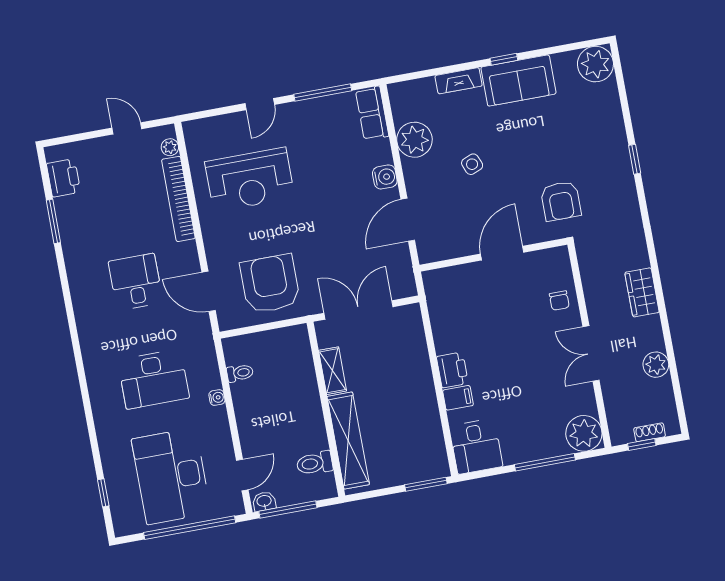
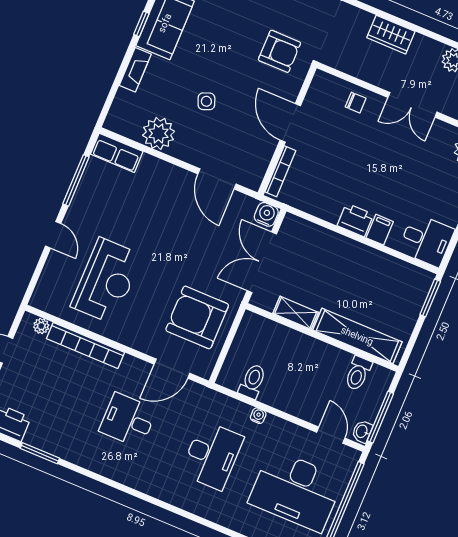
water cooler: (385, 177) -> (266, 214), moved
bookcase: (452, 273) -> (280, 171), added
toilet: (240, 373) -> (253, 381), width x1.37, depth x1.39

